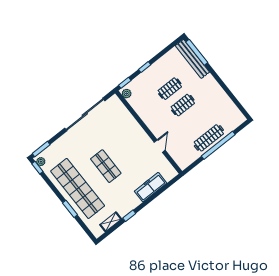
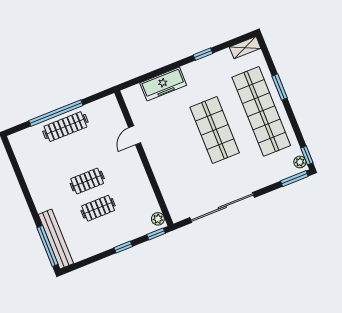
shop shelf: (106, 166) -> (215, 130), width x1.43, depth x1.36
shelving: (111, 222) -> (245, 48), moved

